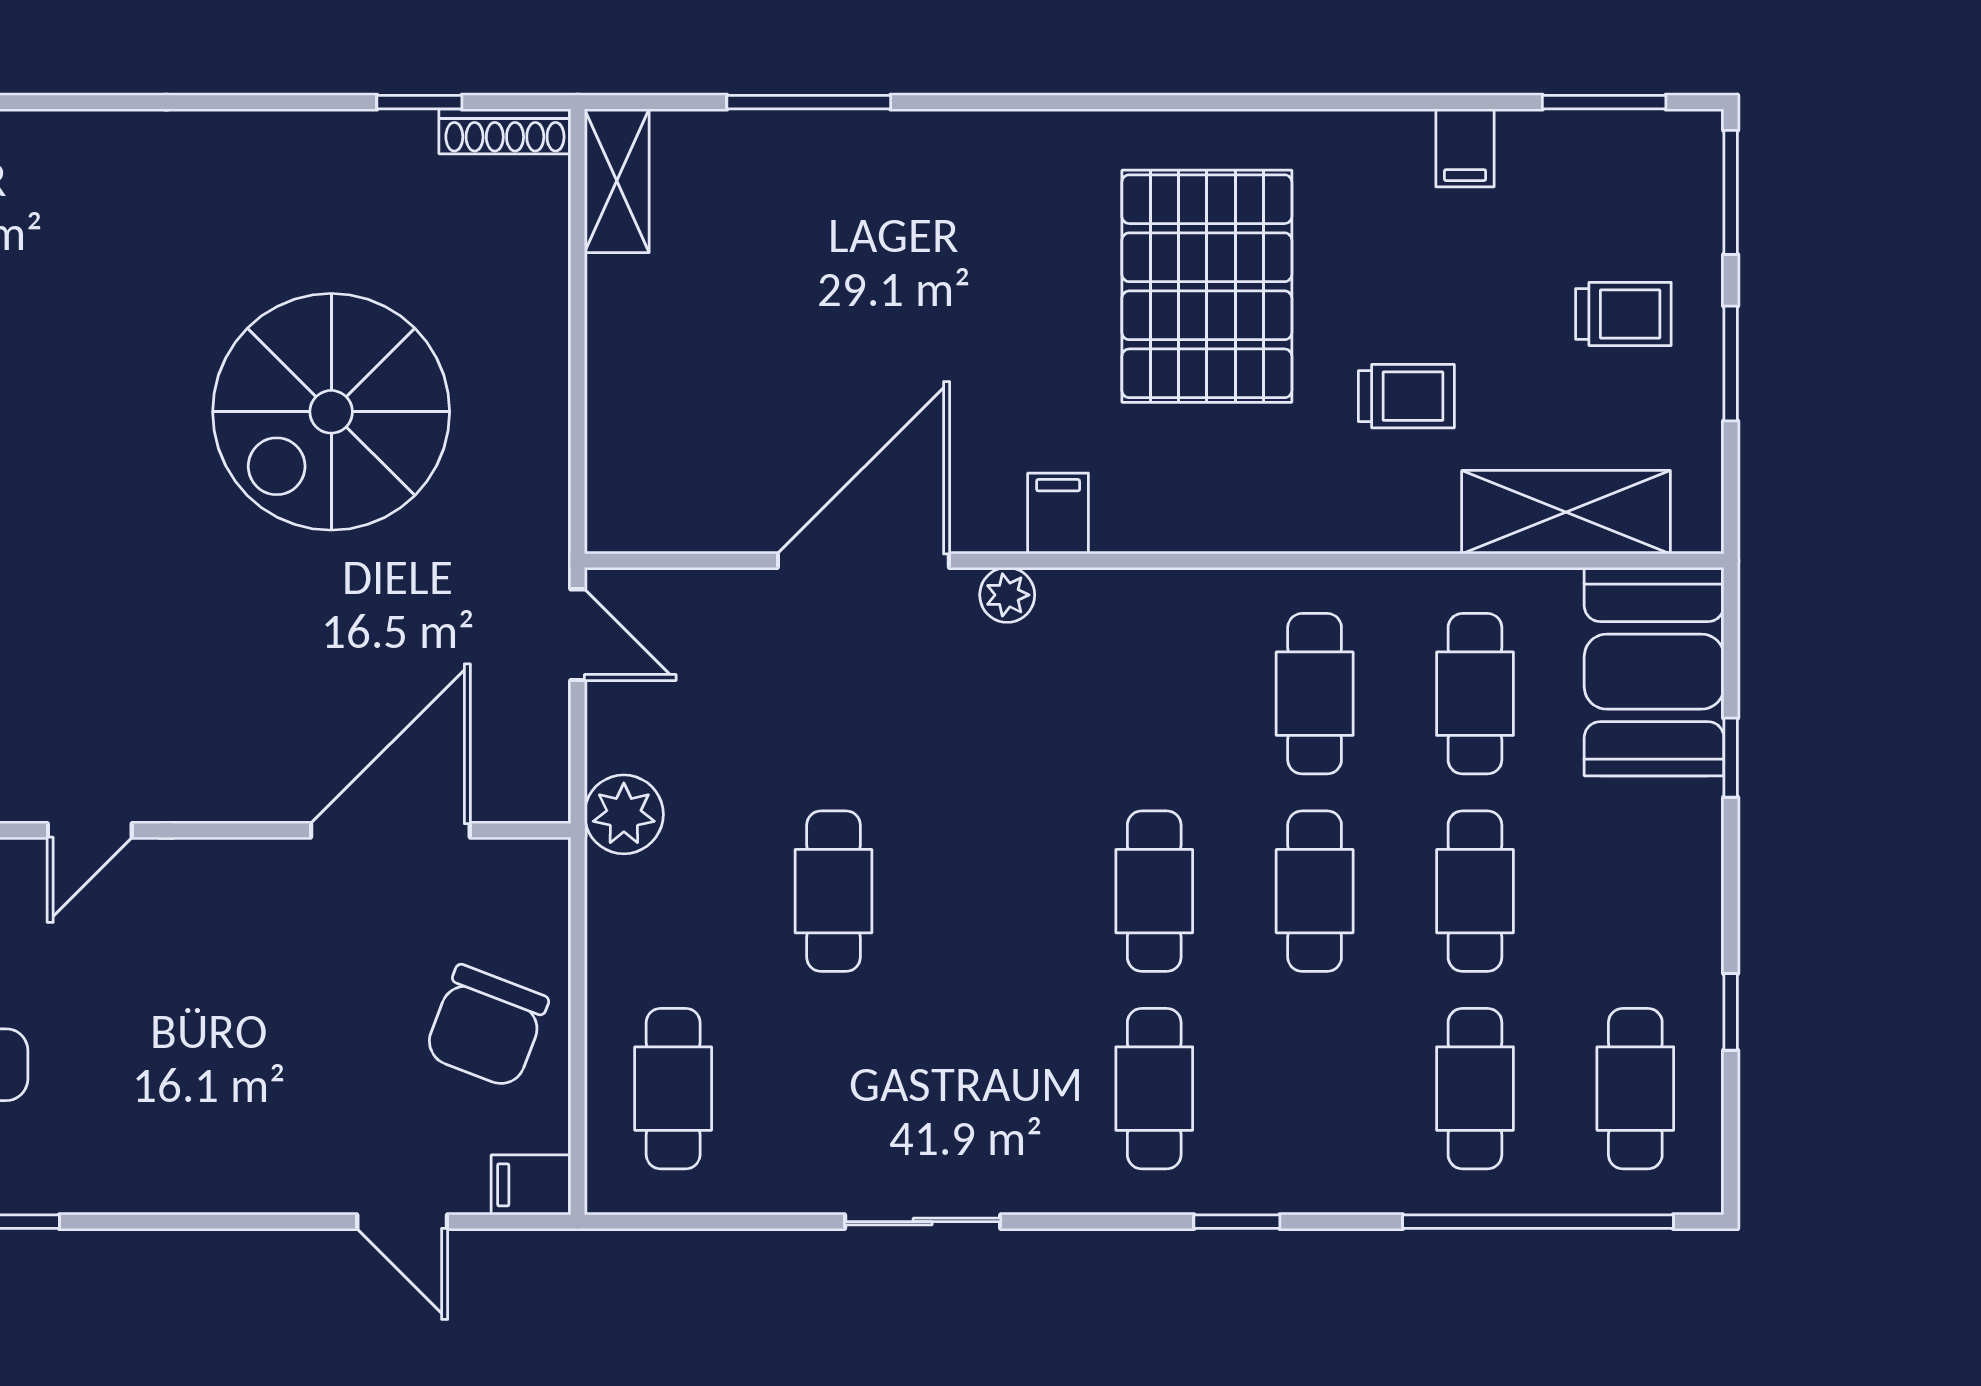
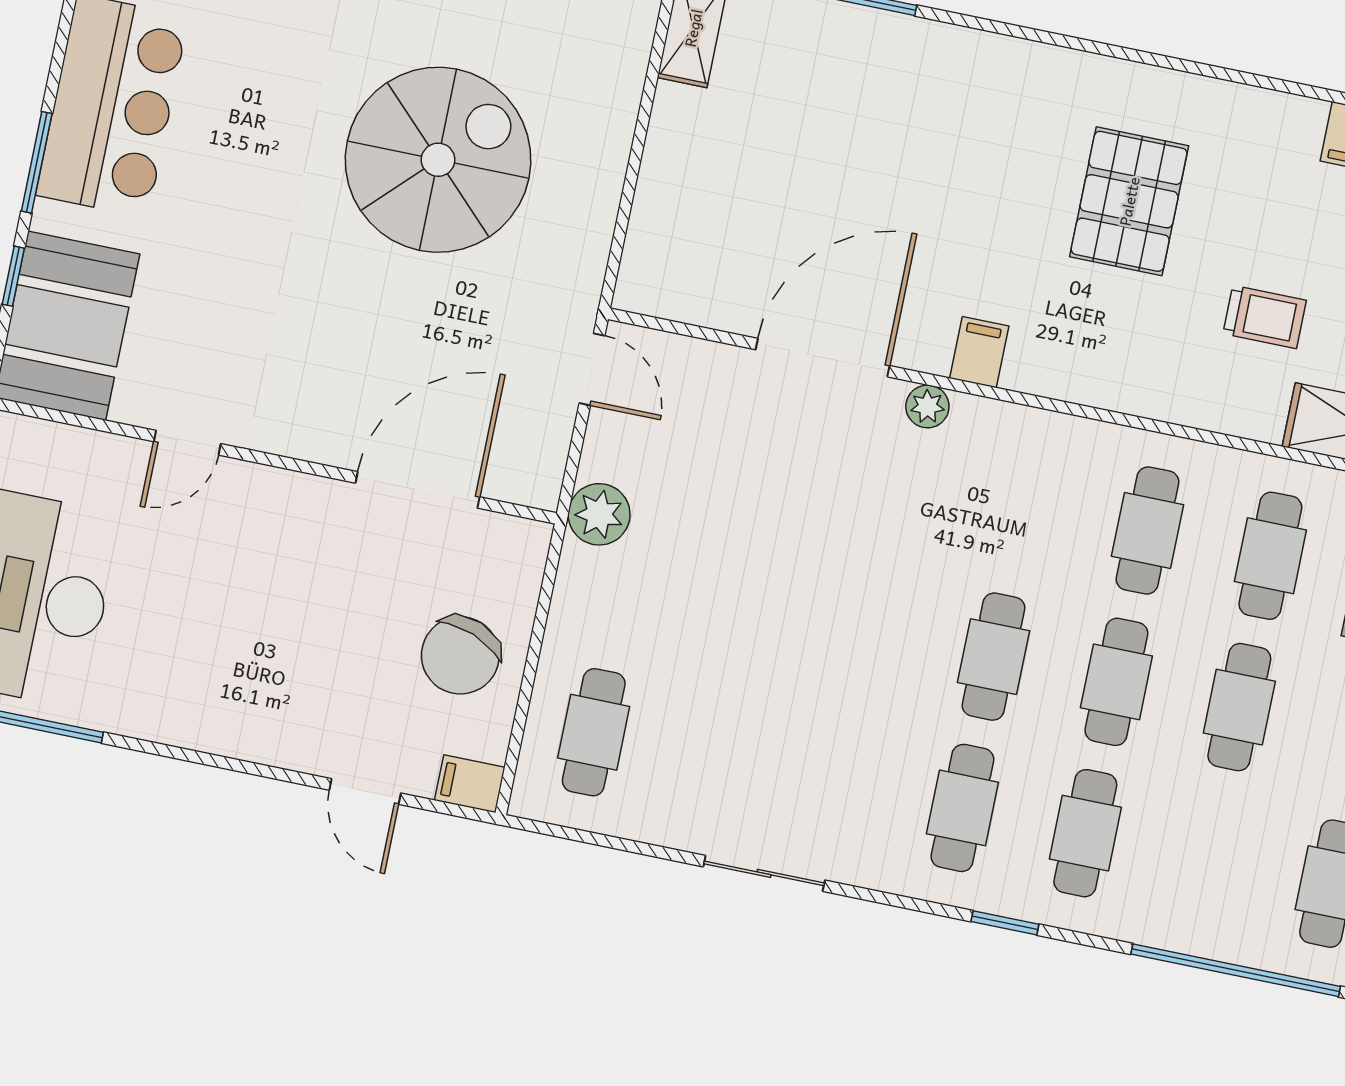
pallet: (1207, 286) -> (1129, 201), width x0.73, depth x0.71
spiral stairs: (331, 412) -> (438, 160), turned 180
cafe table: (833, 891) -> (748, 606), removed
cafe table: (1475, 1089) -> (1085, 833), moved

